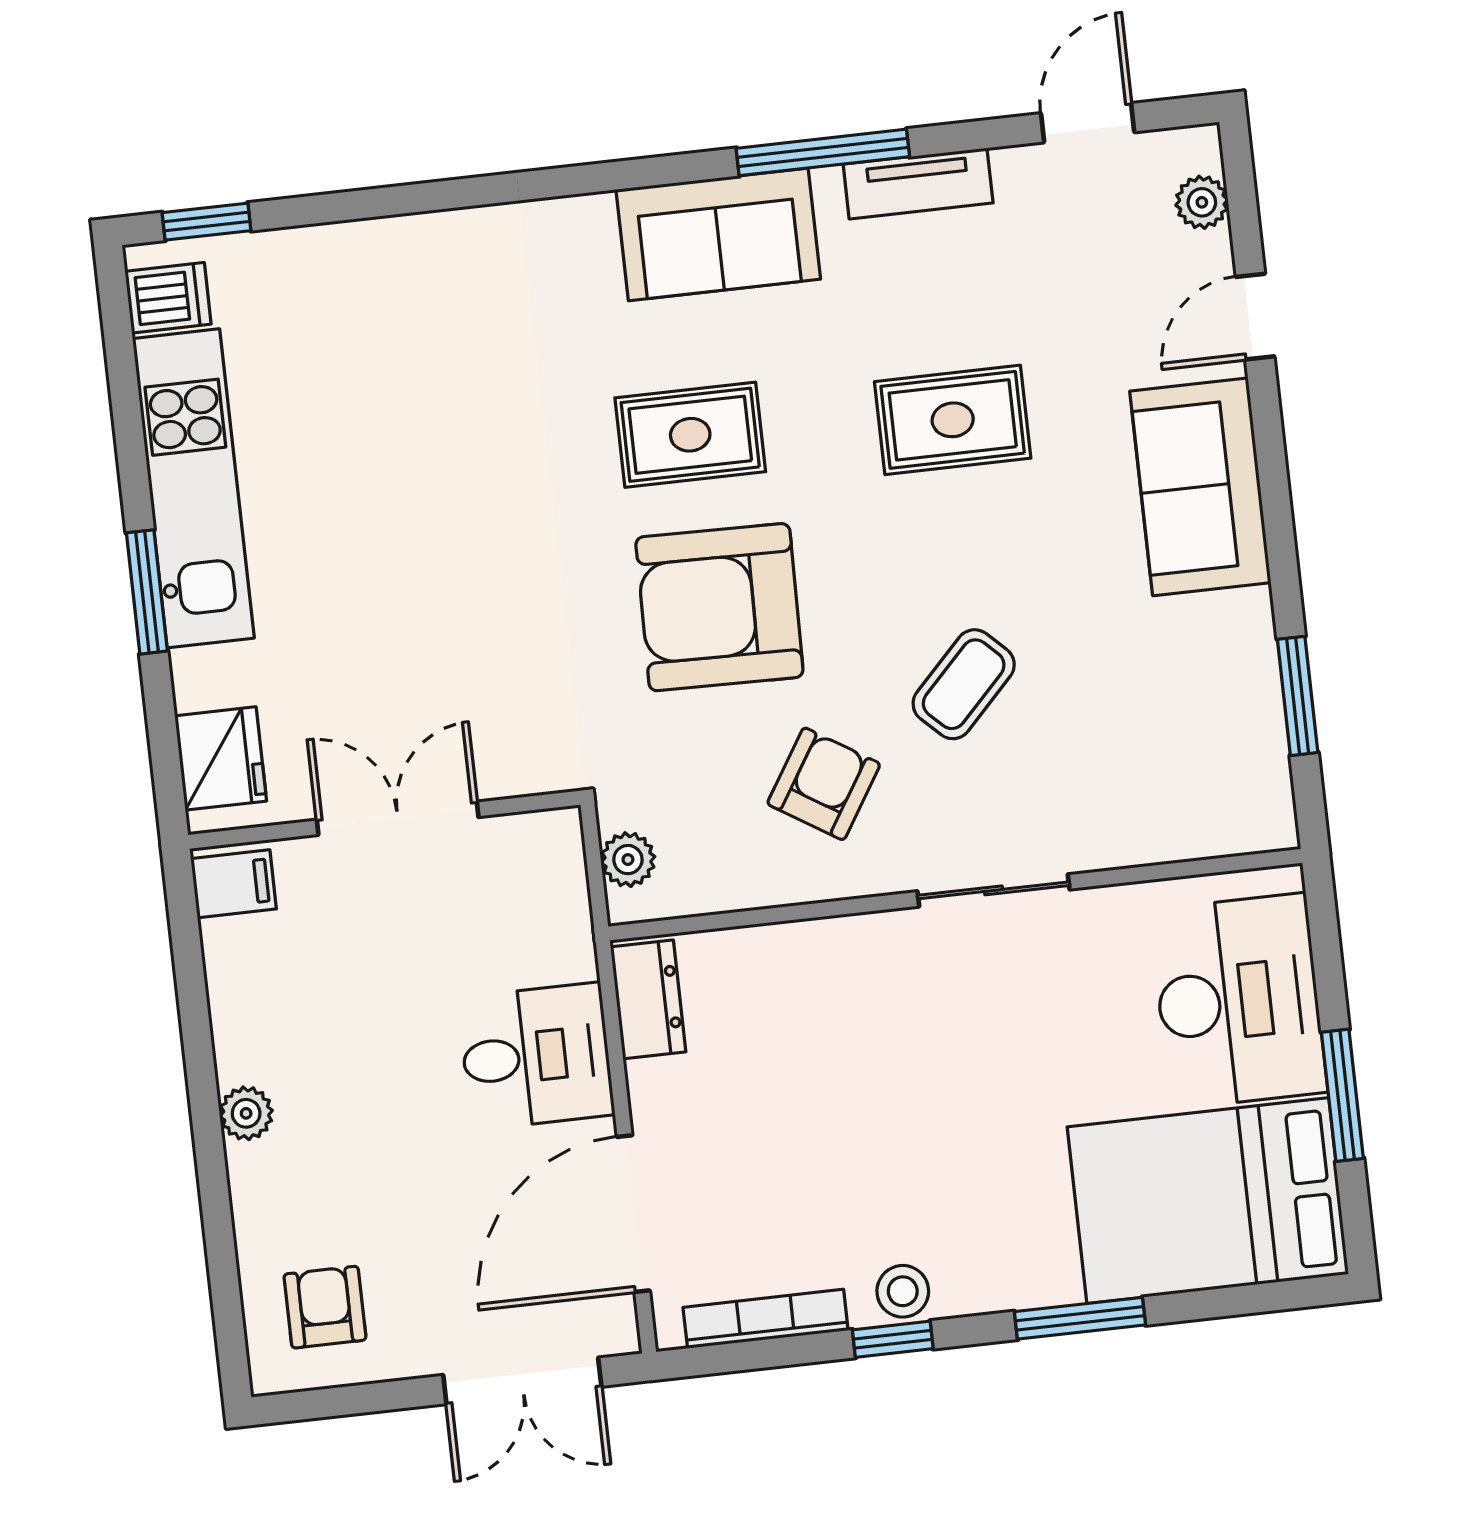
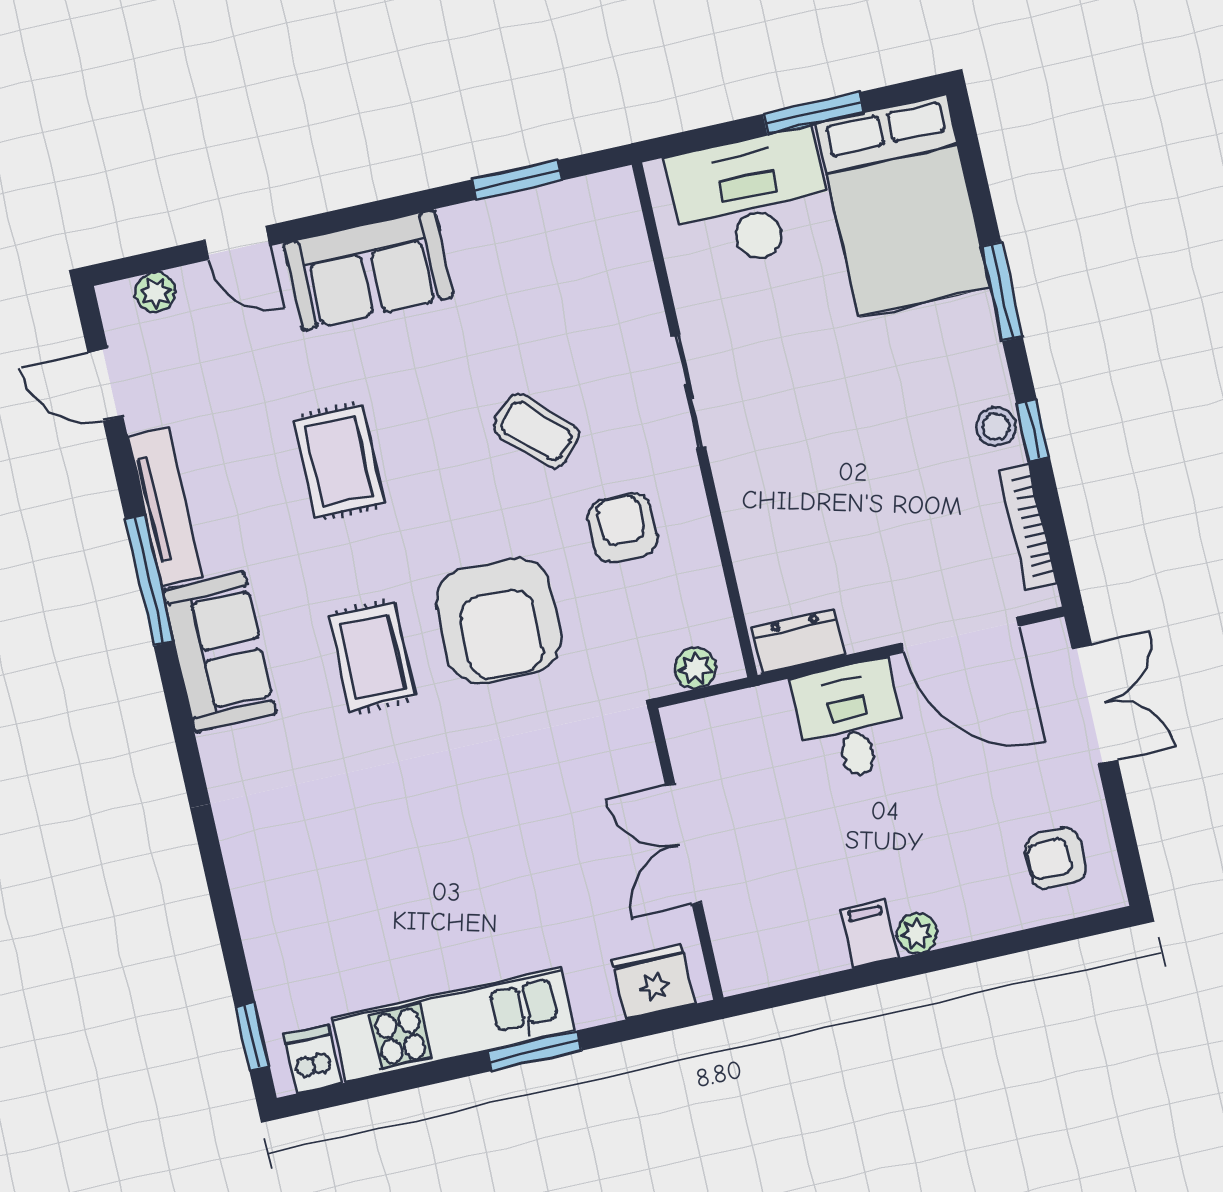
tv unit: (918, 183) -> (165, 507), width x1.41
armchair: (824, 784) -> (622, 528), turned 58
filing cabinet: (234, 884) -> (869, 934), moved

